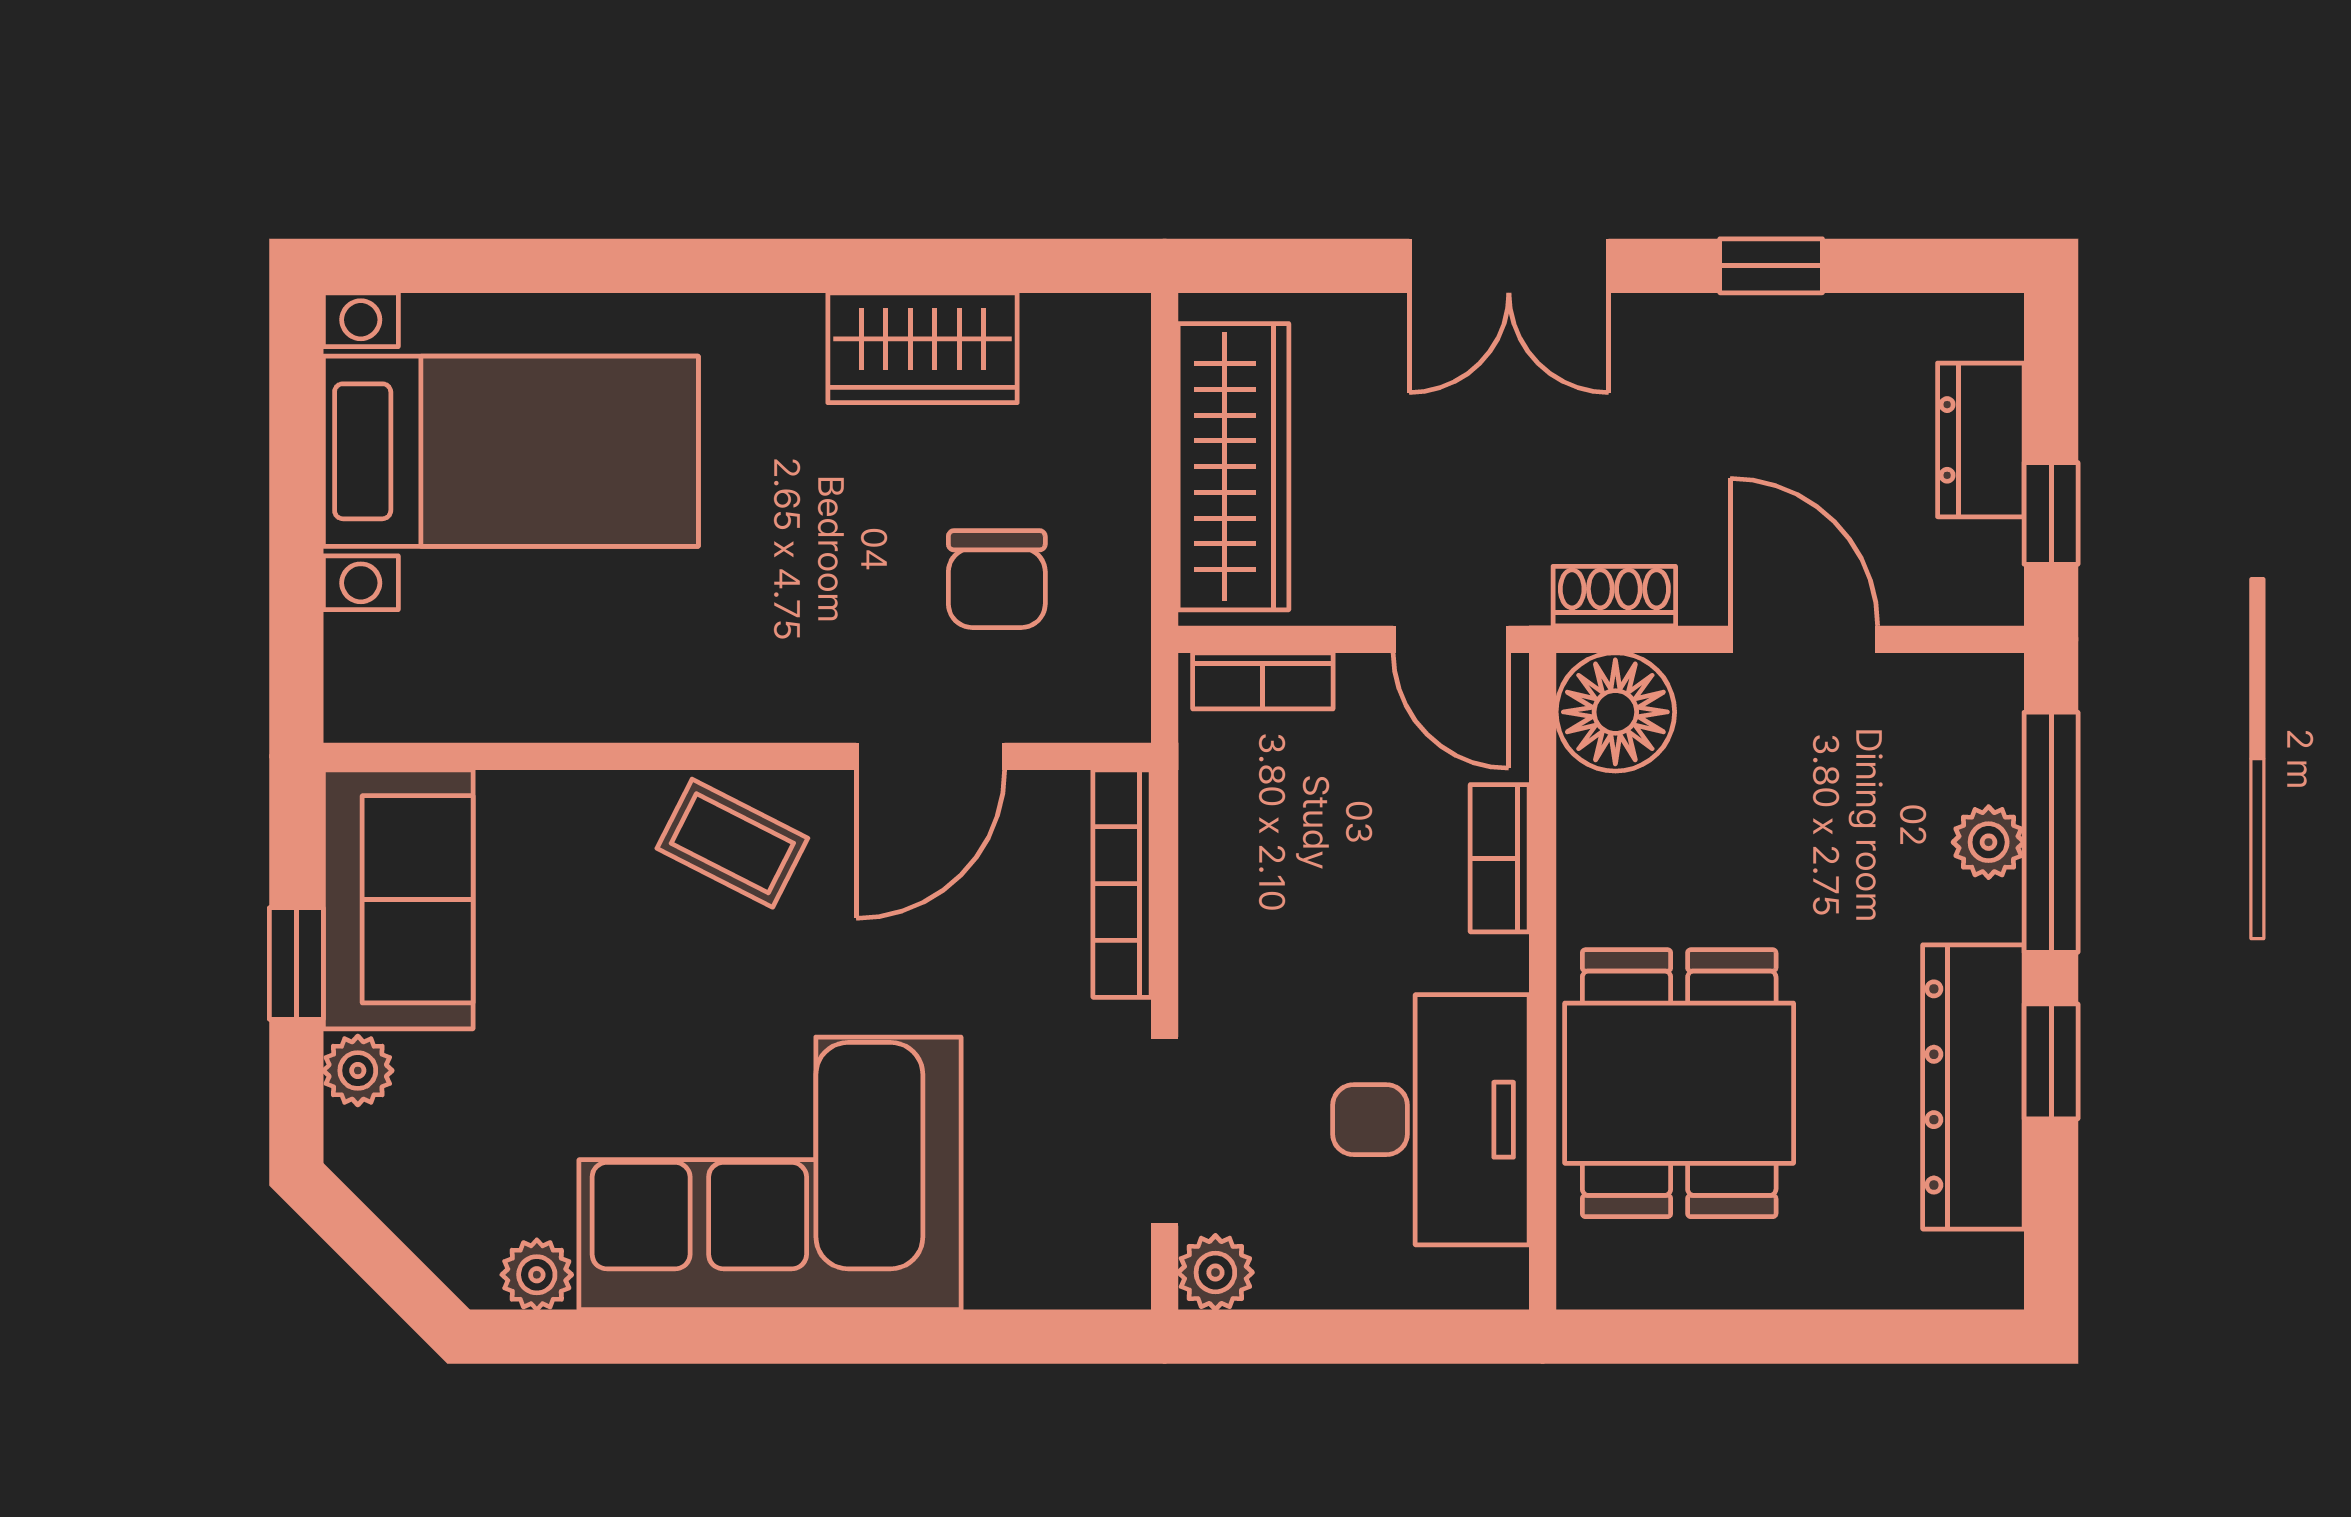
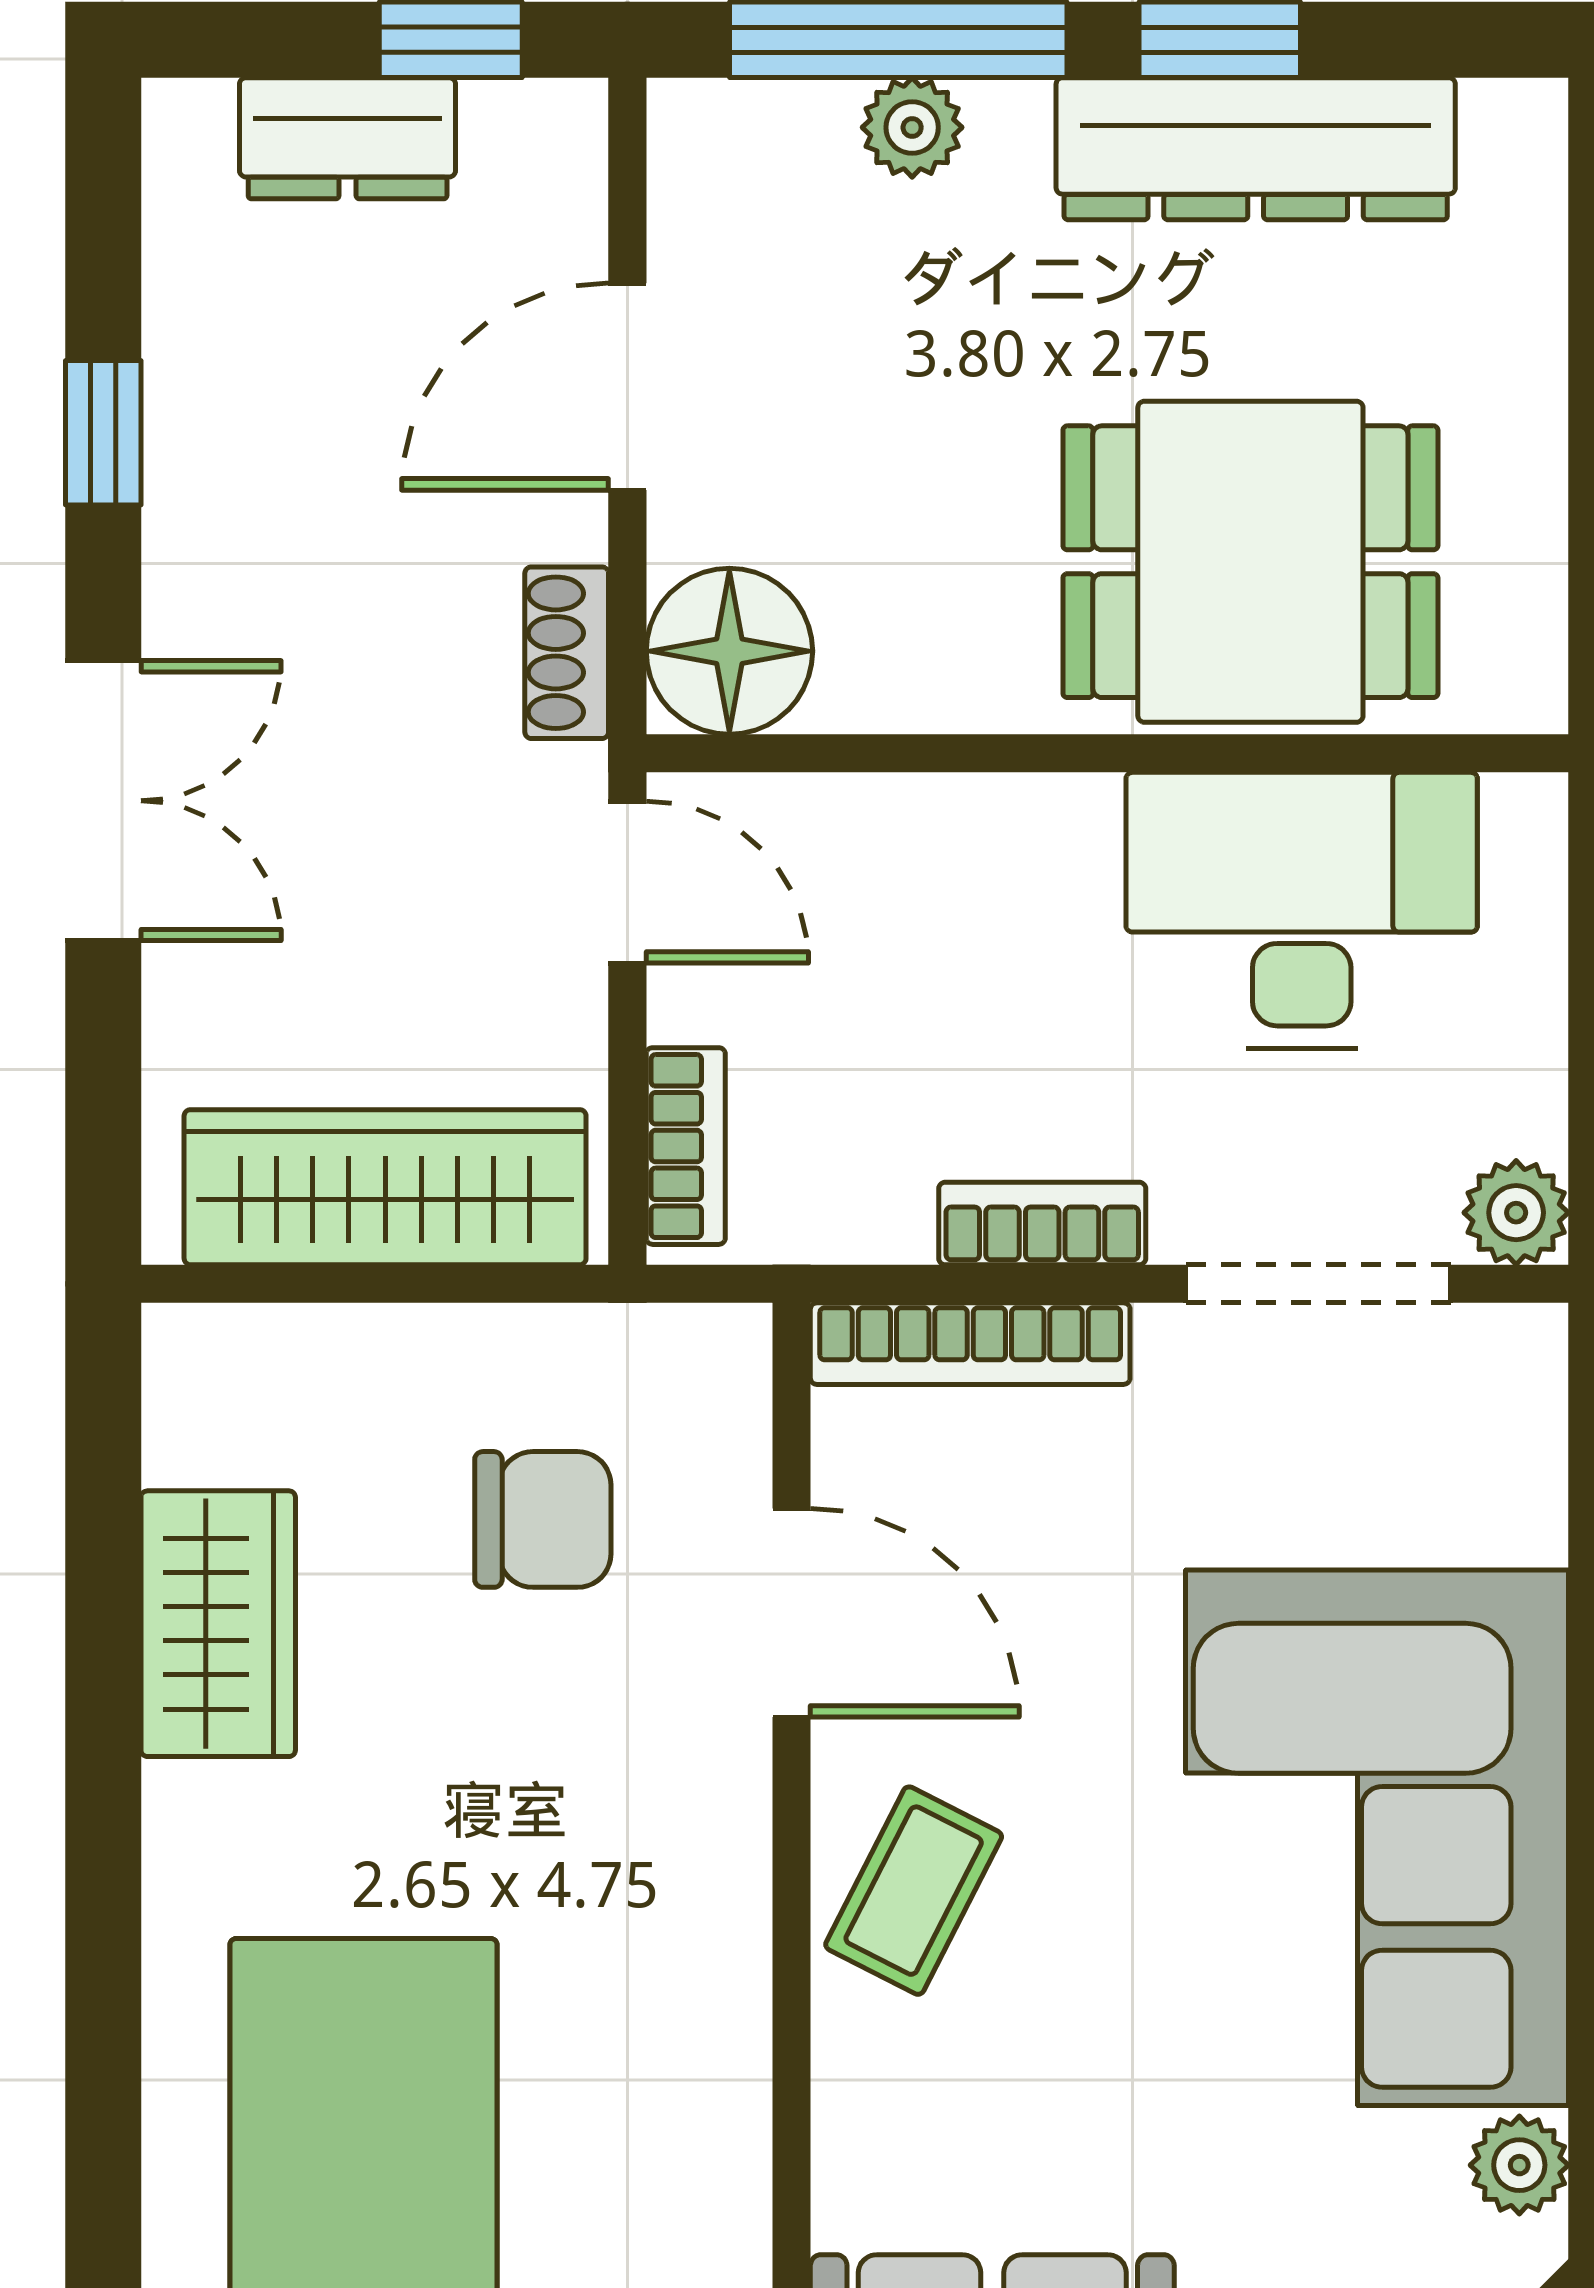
door: (1451, 639) -> (627, 882), hinge flipped
bookcase: (1500, 858) -> (1042, 1223), moved, turned 180

